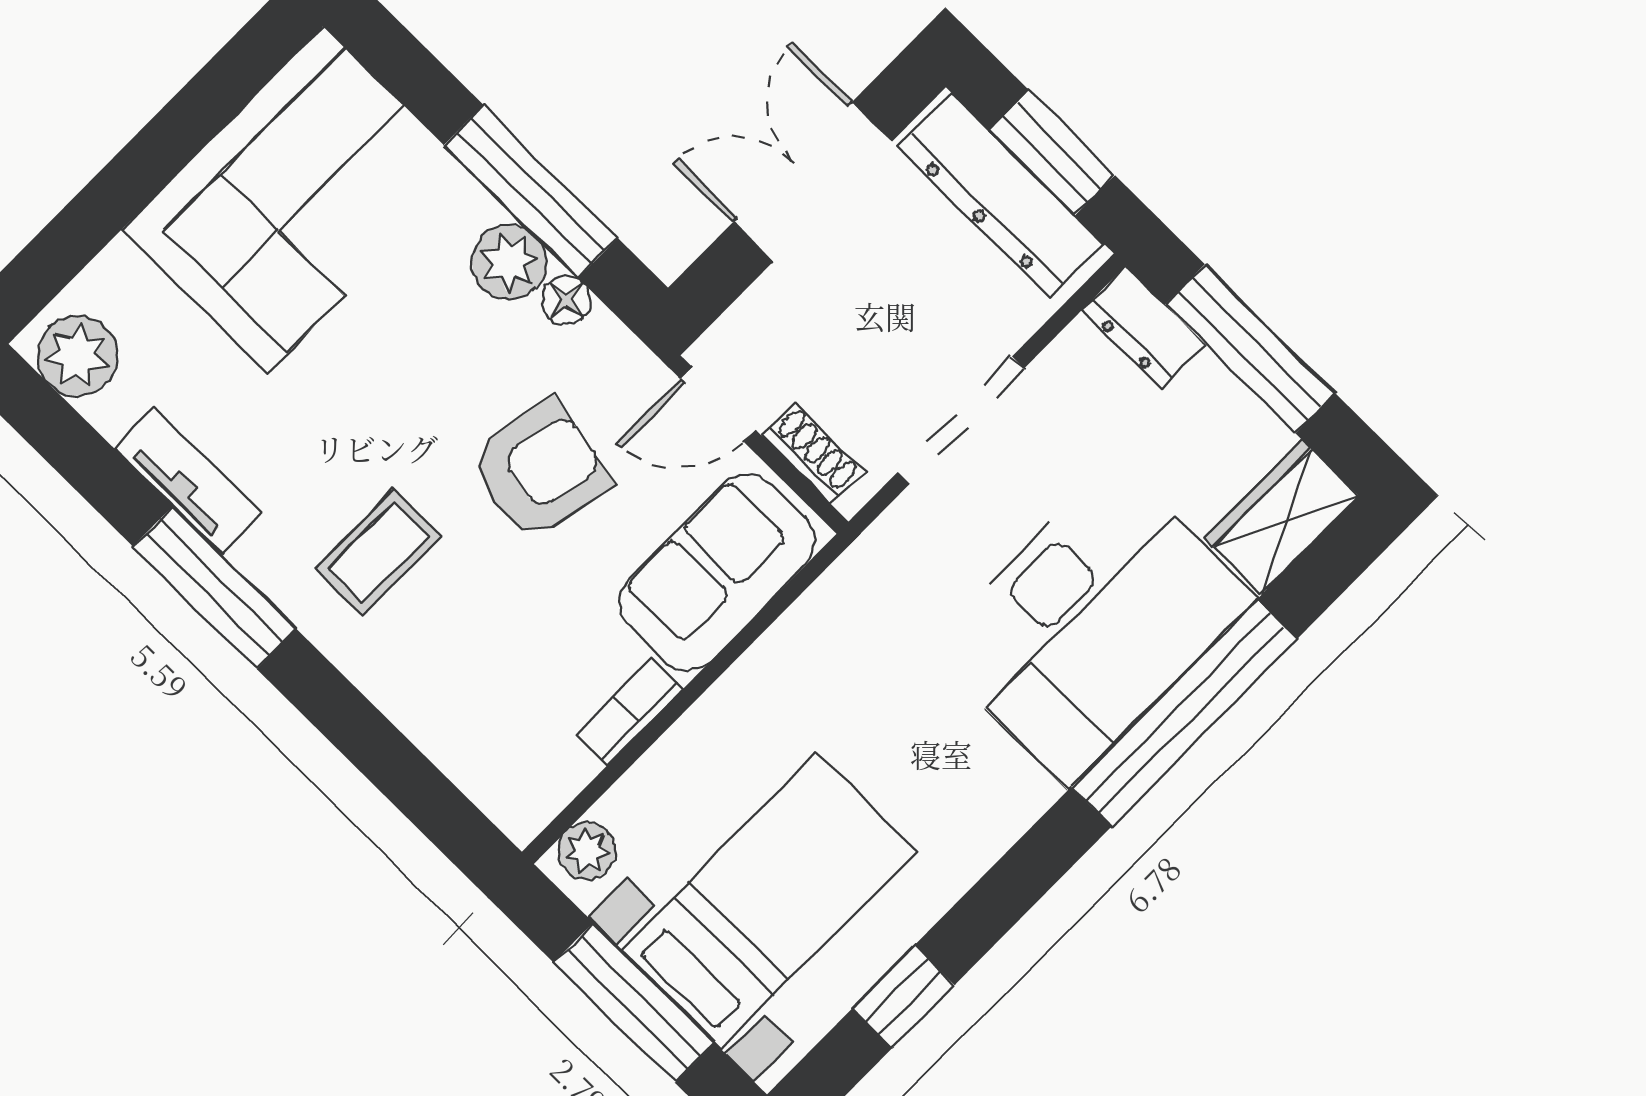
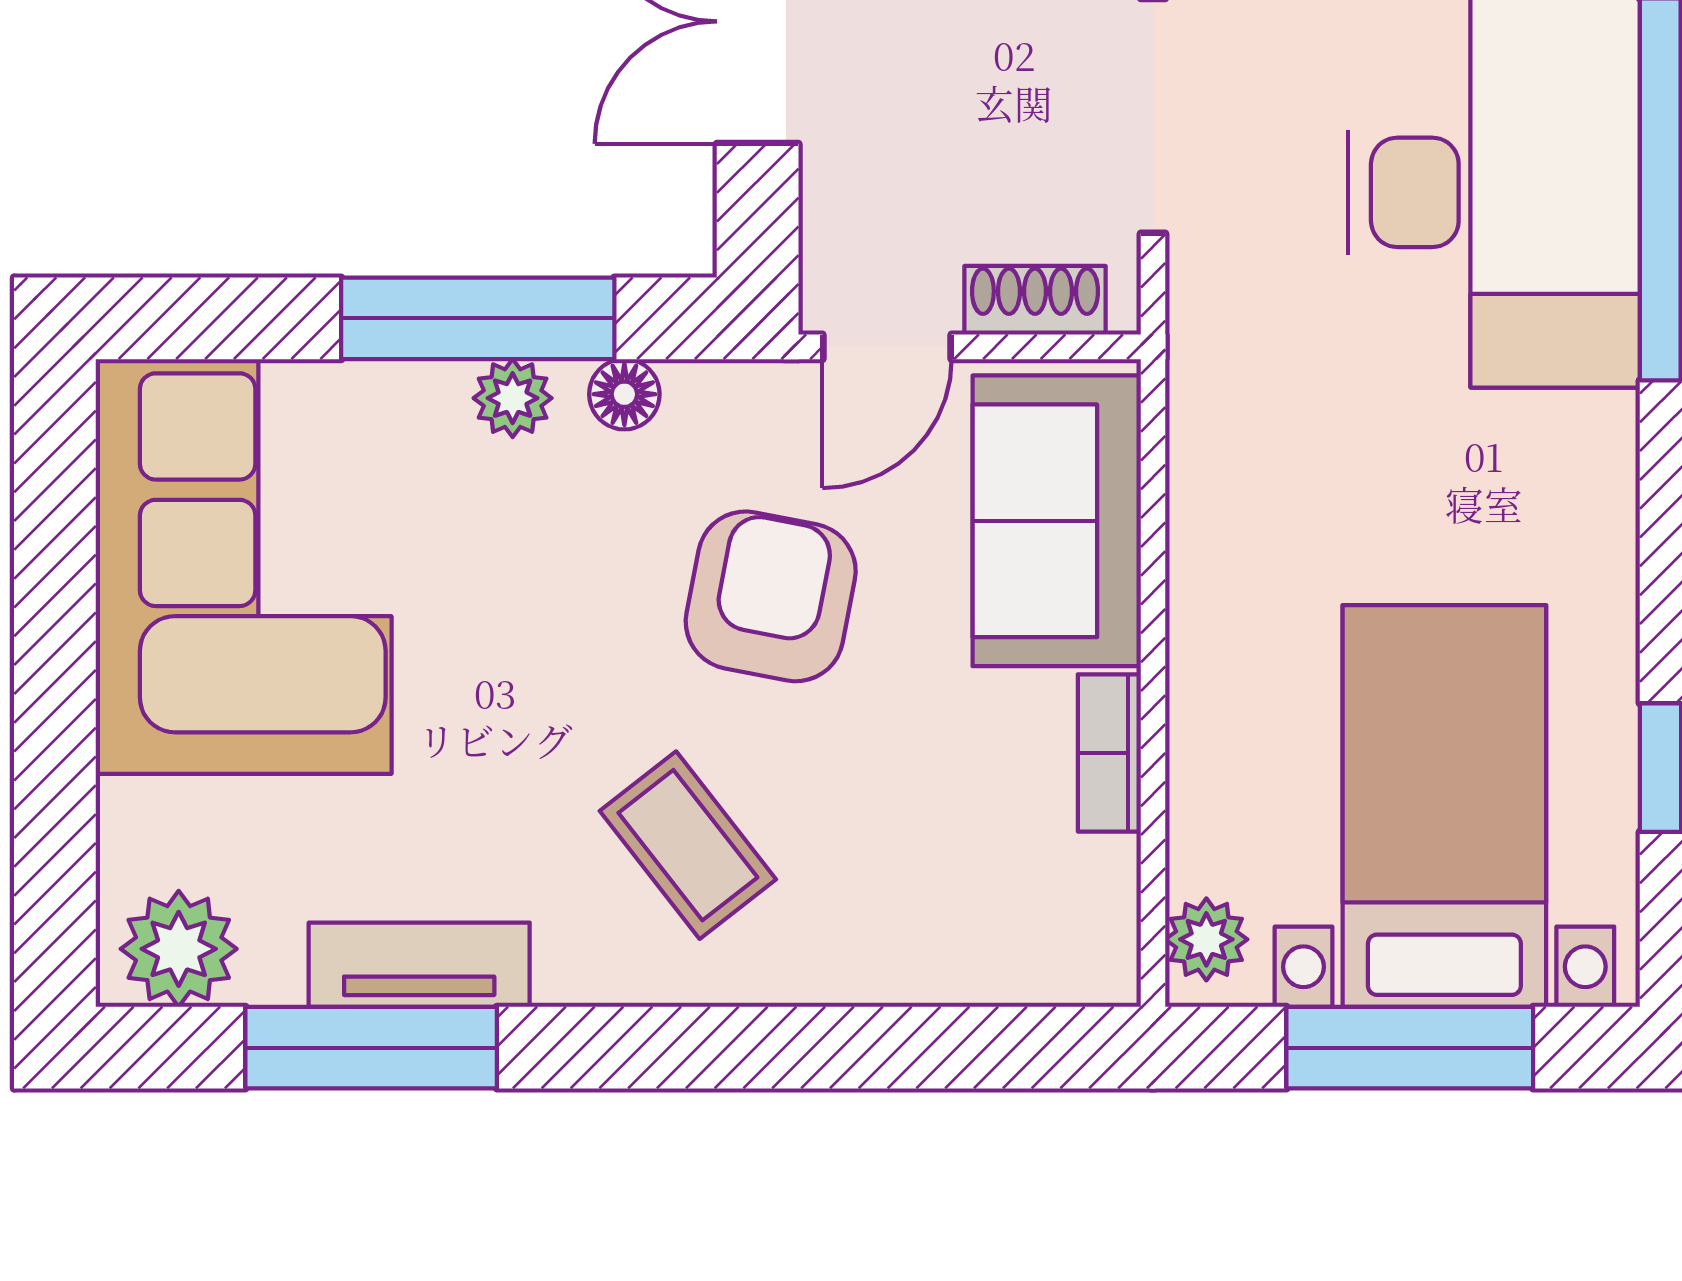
plant: (509, 262) -> (513, 398), width x0.73, depth x0.73
coffee table: (378, 552) -> (688, 845), turned -38
window: (215, 588) -> (371, 1048), moved

